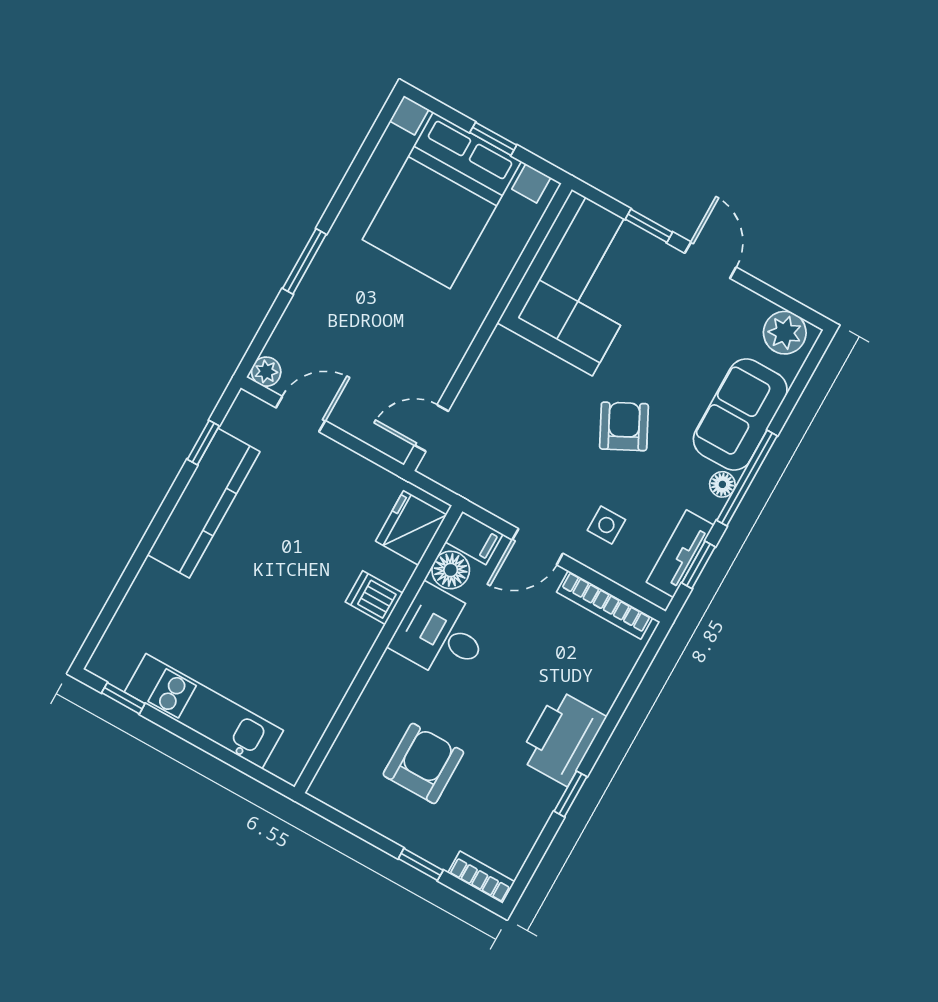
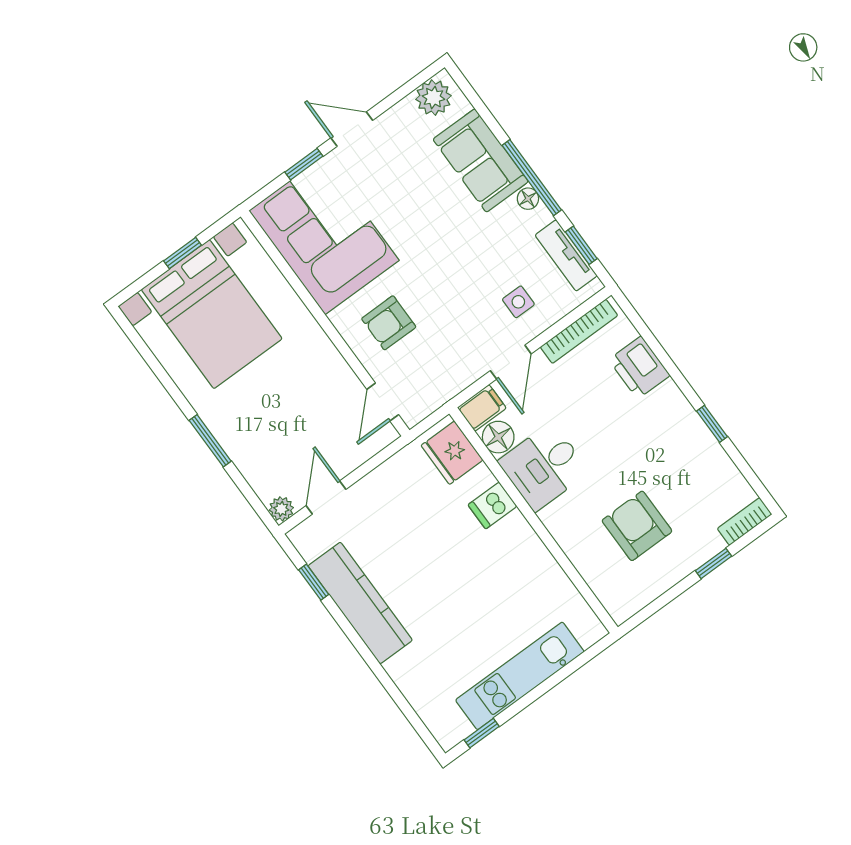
armchair: (624, 426) -> (389, 323), moved, turned -63
printer: (562, 738) -> (639, 368), moved, width x0.73, depth x0.84

